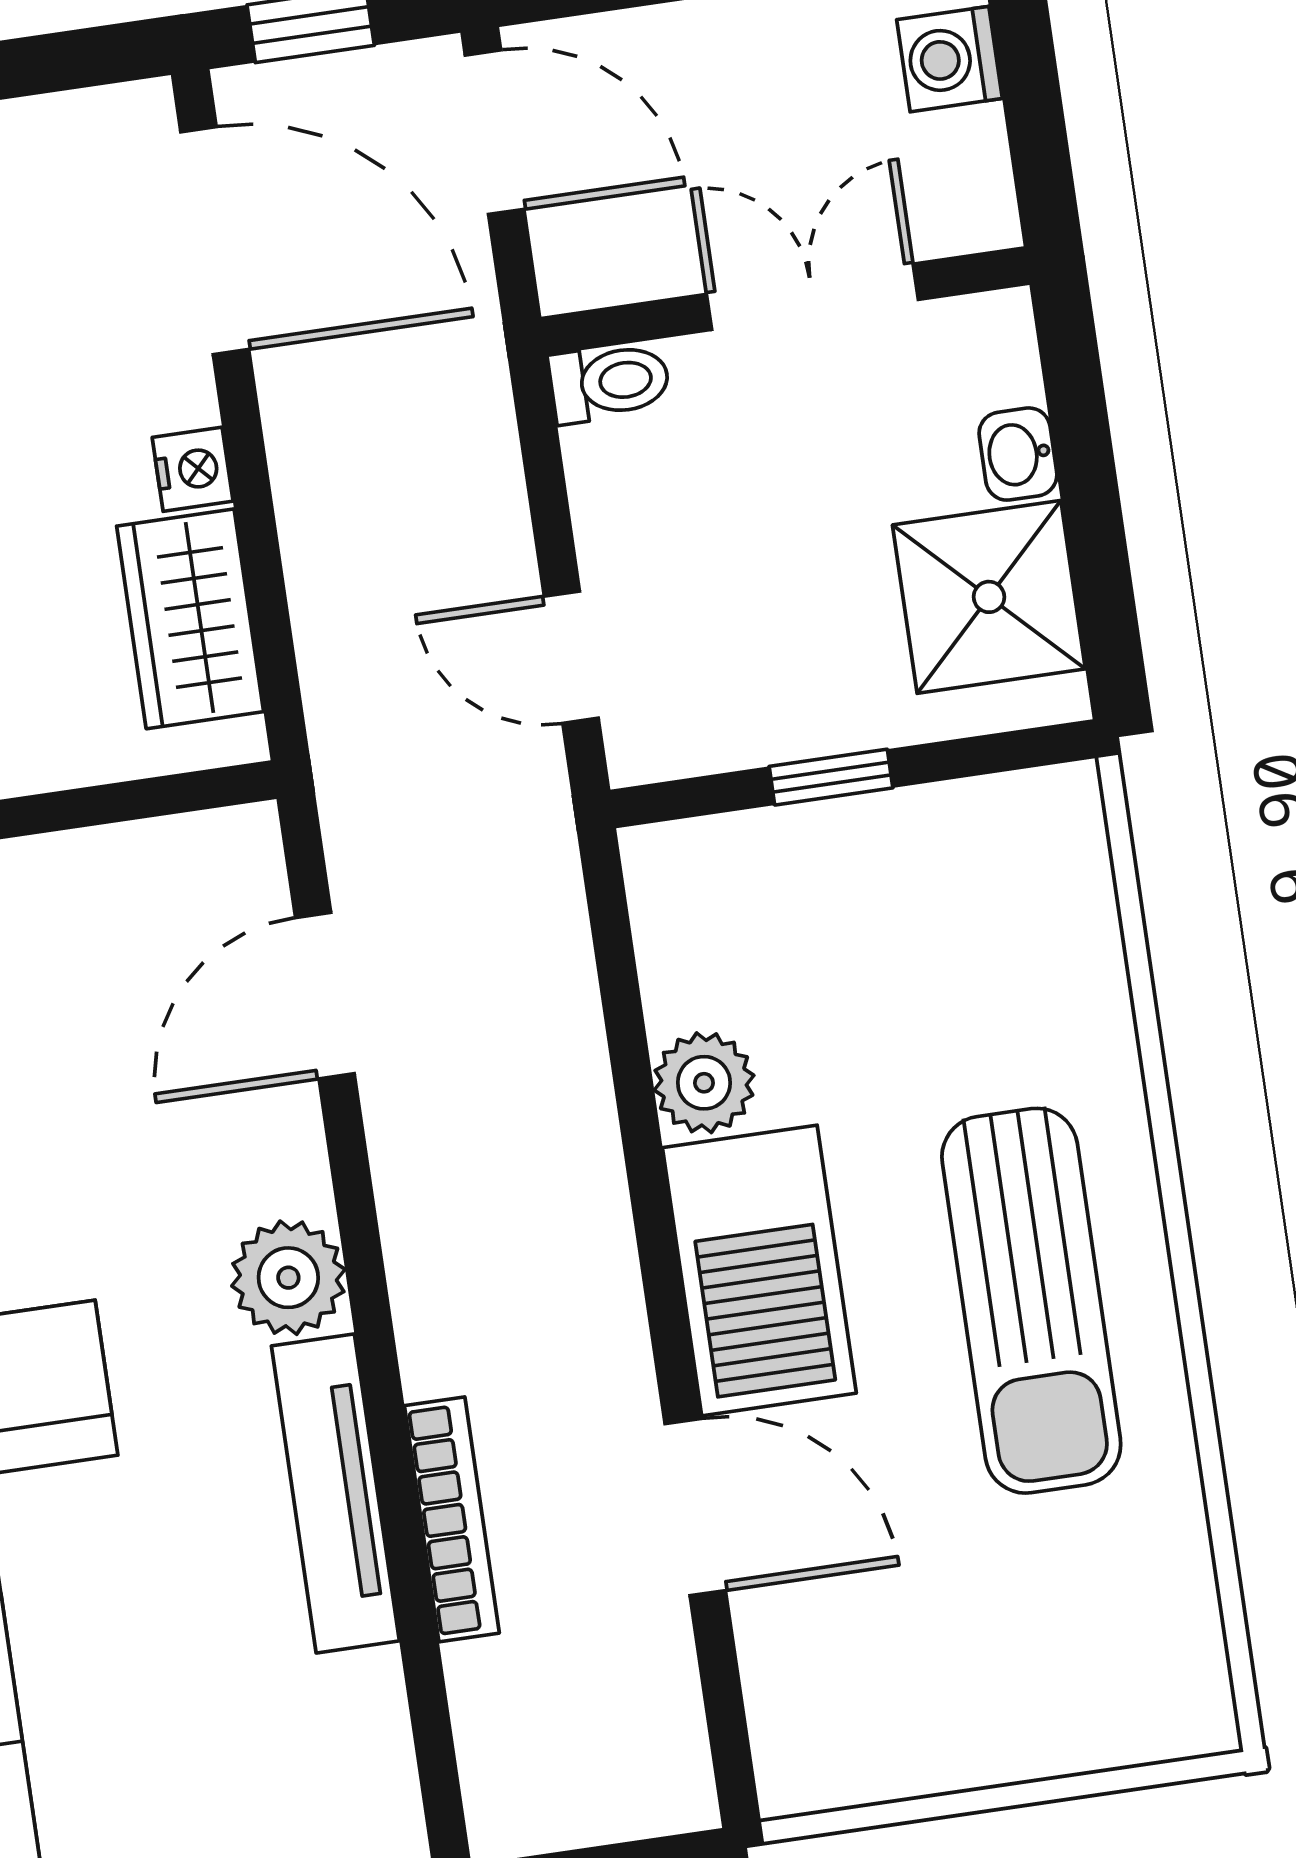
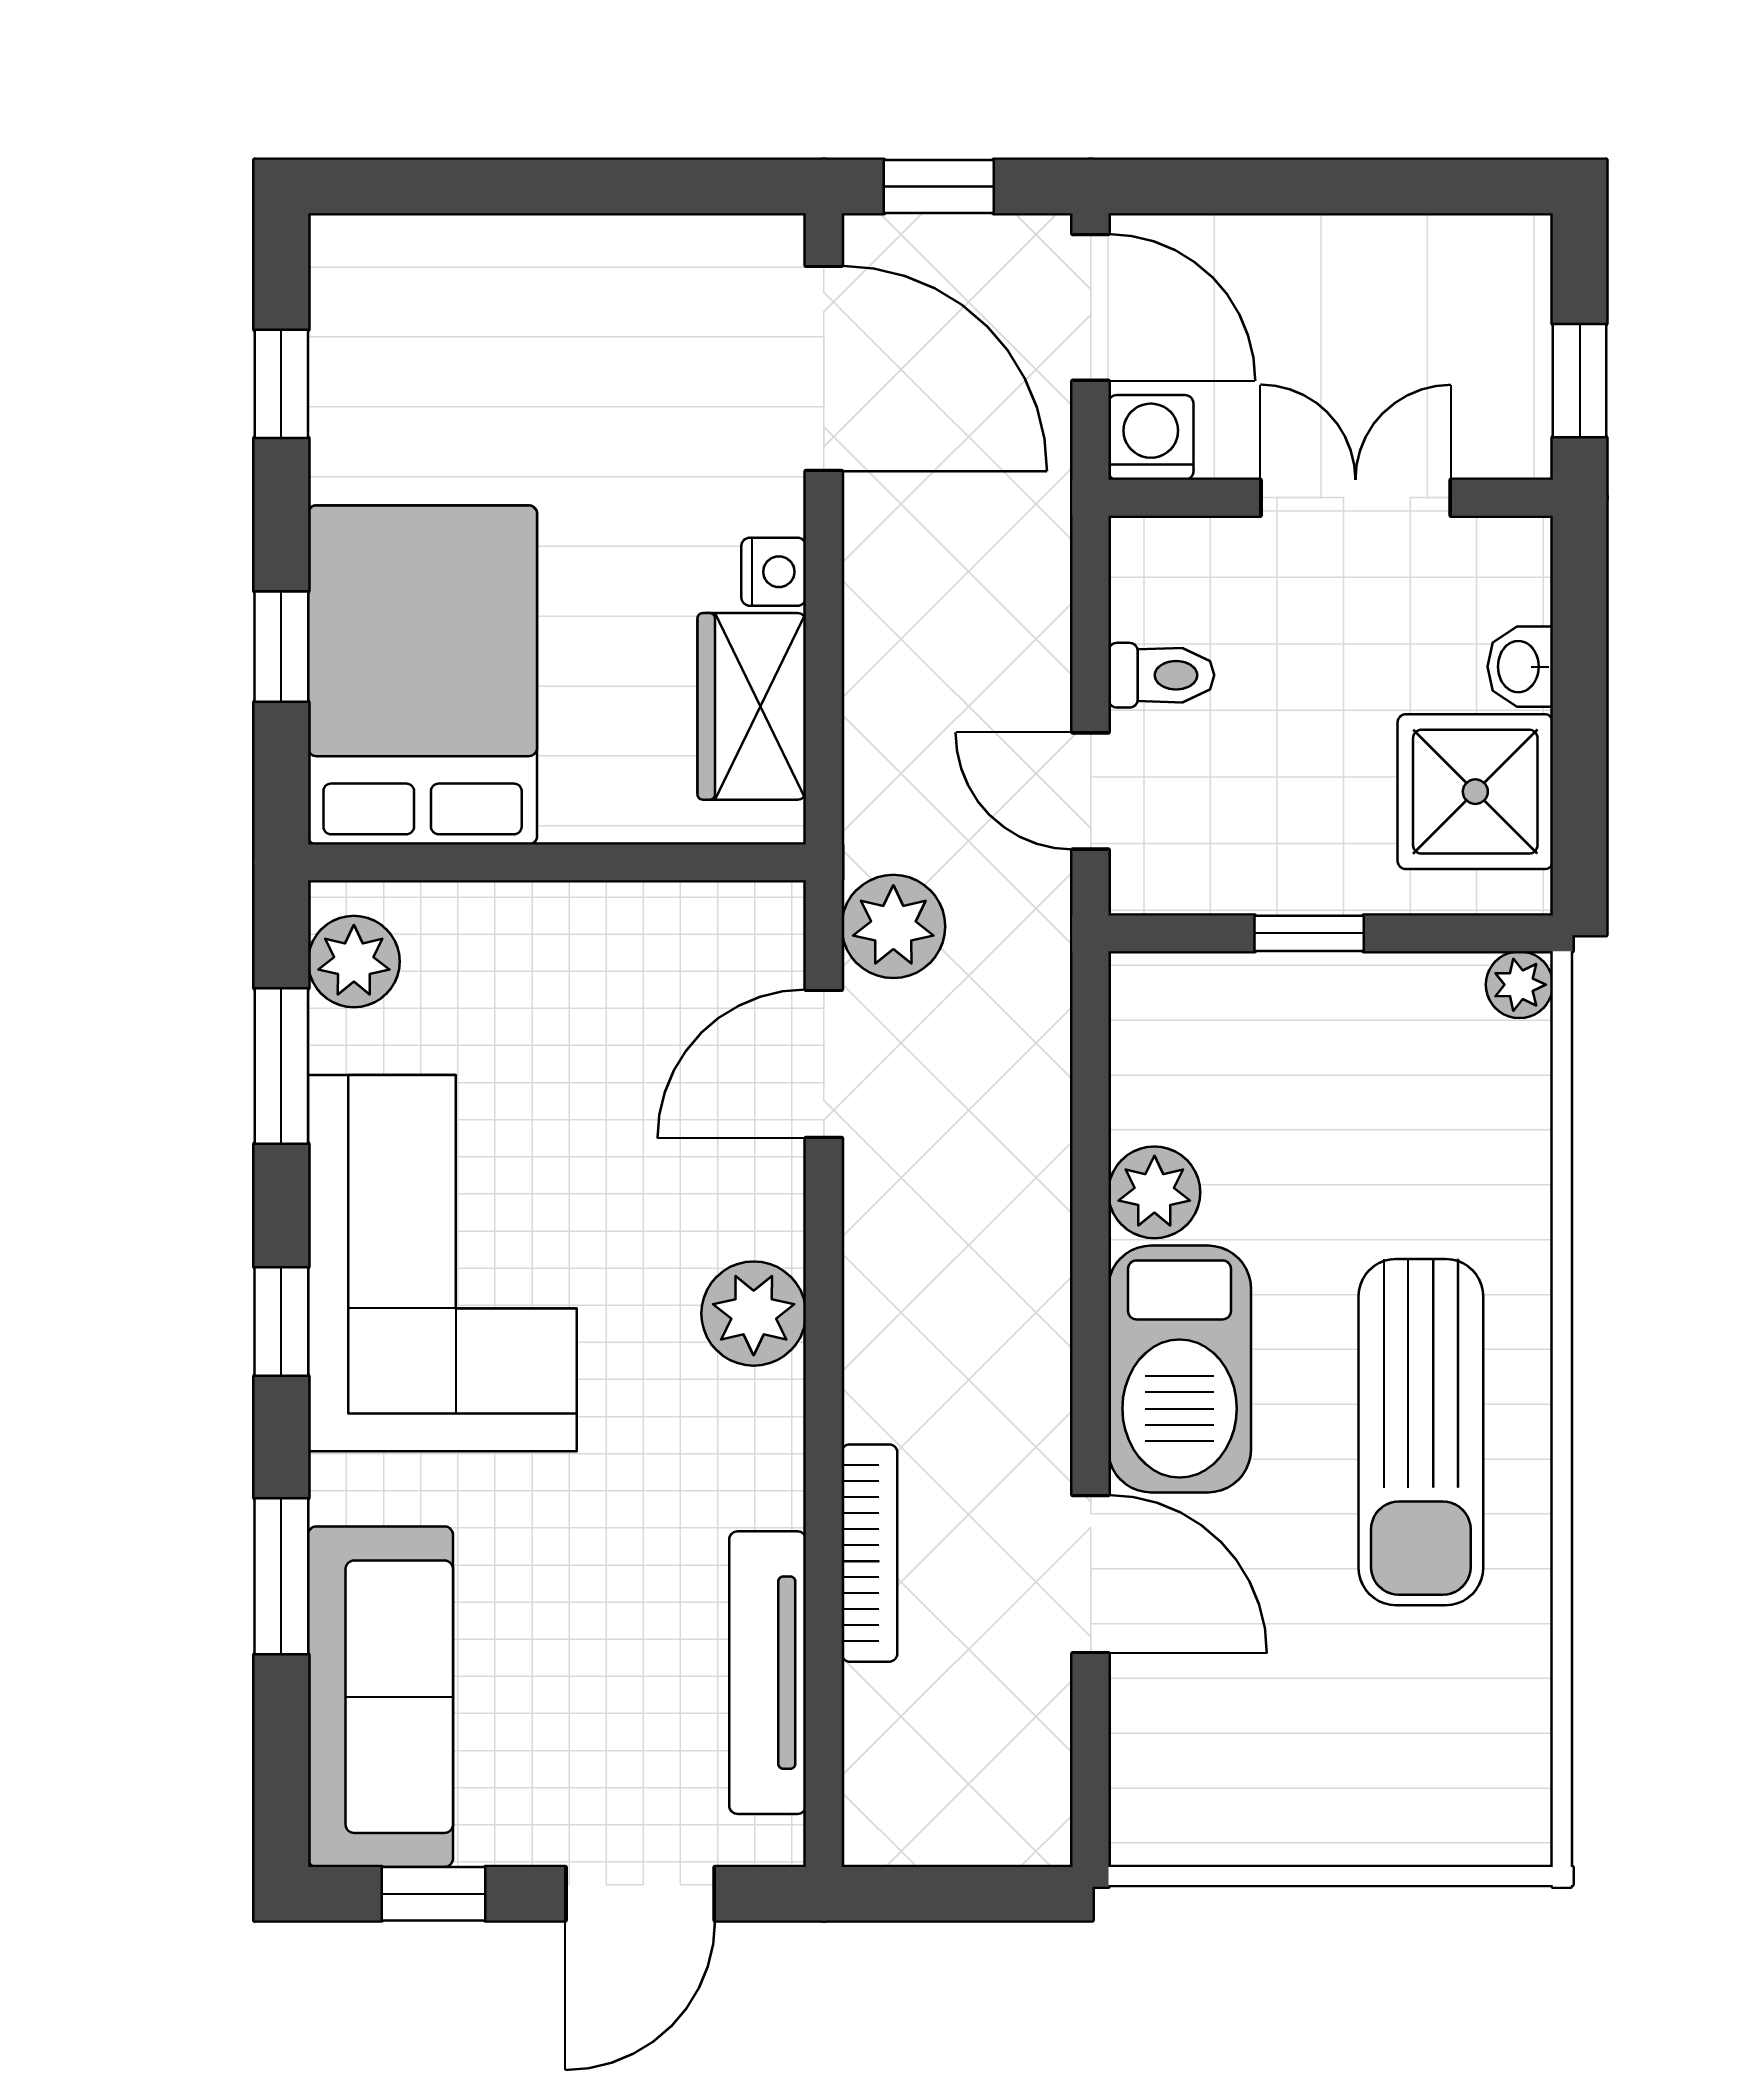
washing machine: (949, 59) -> (1151, 437), moved, turned 90
window: (1037, 134) -> (1580, 381), added
toilet: (609, 382) -> (1161, 675), moved
plant: (1067, 799) -> (1519, 985), added
plant: (379, 835) -> (893, 926), added
tv unit: (335, 1493) -> (768, 1673), moved

